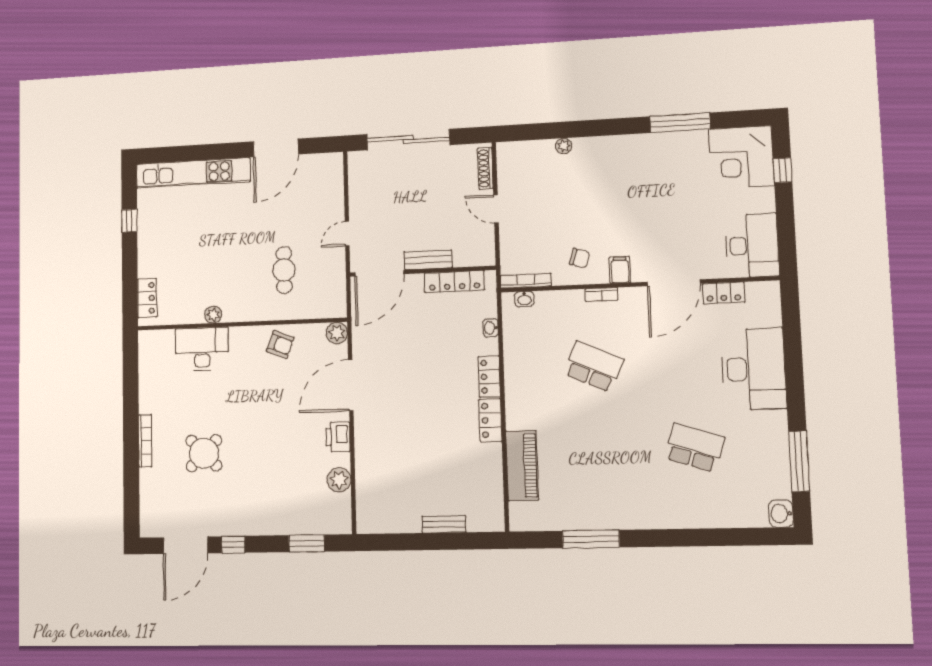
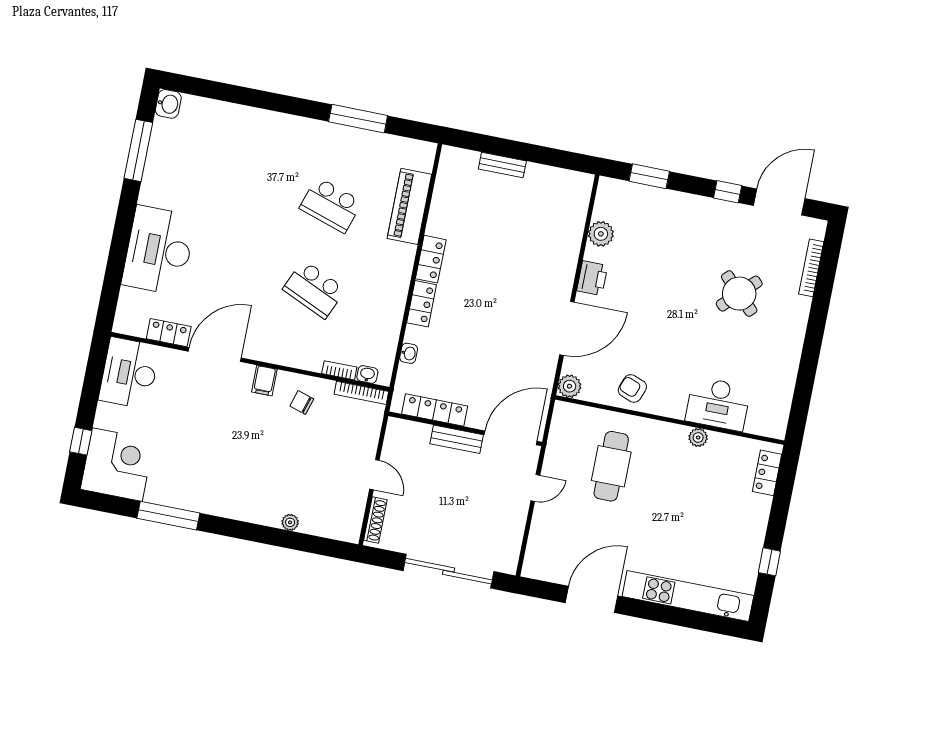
cafe table: (284, 270) -> (611, 466), width x1.37, depth x1.35
bookcase: (602, 294) -> (339, 370), moved
bookcase: (145, 441) -> (811, 268), moved
school desk: (694, 448) -> (331, 205), moved

